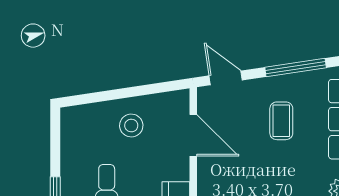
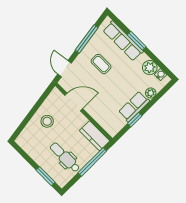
door: (226, 78) -> (65, 69), hinge flipped

